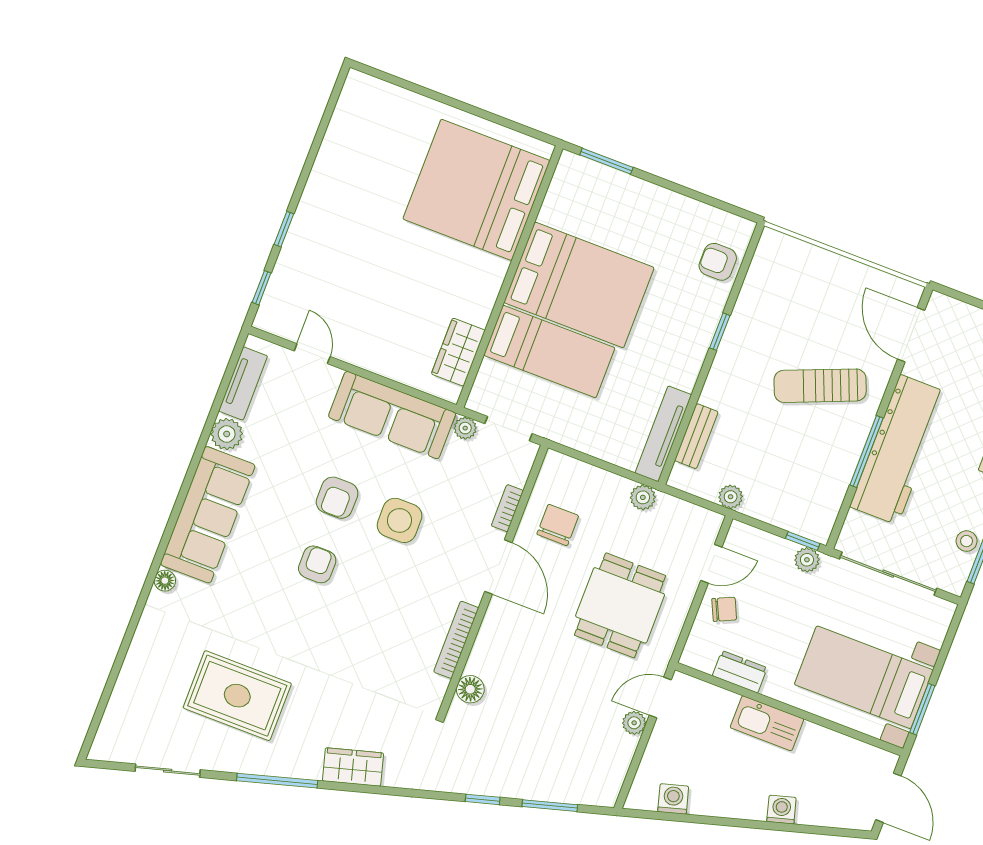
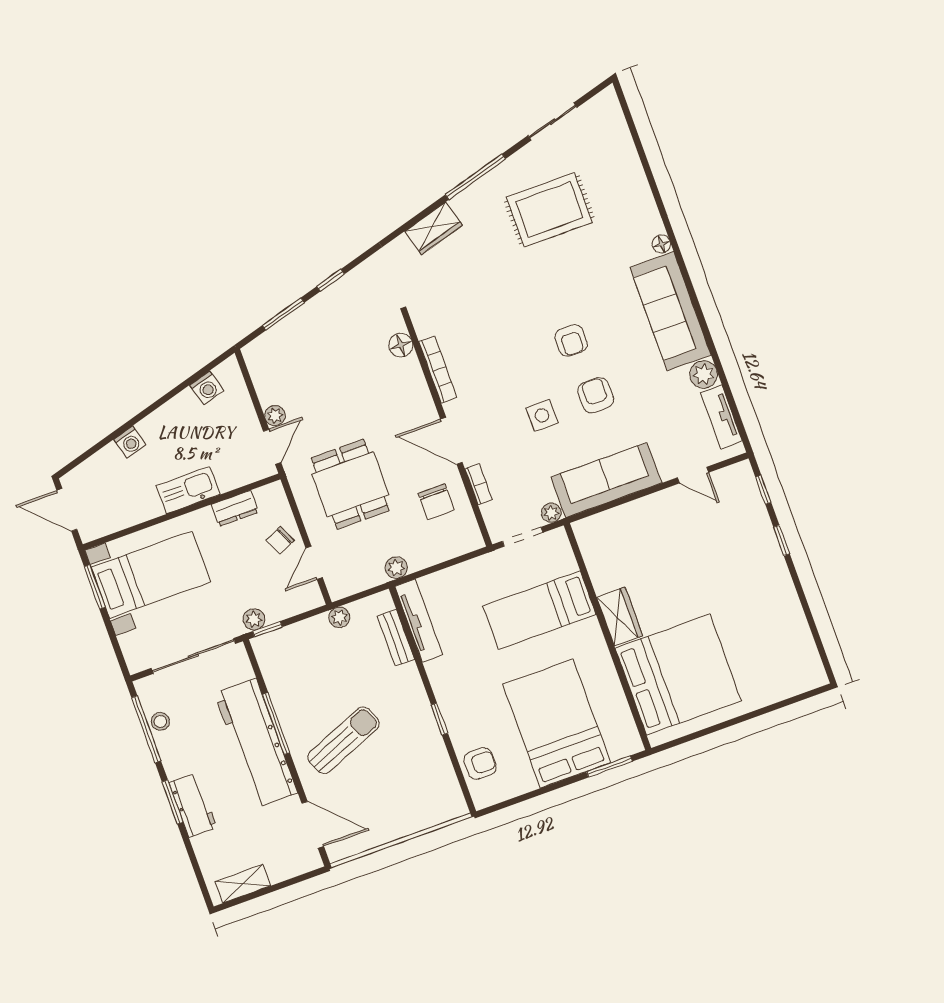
bed: (579, 285) -> (557, 724), moved, turned 90
wardrobe: (458, 352) -> (620, 617), moved
side table: (400, 520) -> (542, 415), width x0.73, depth x0.73

